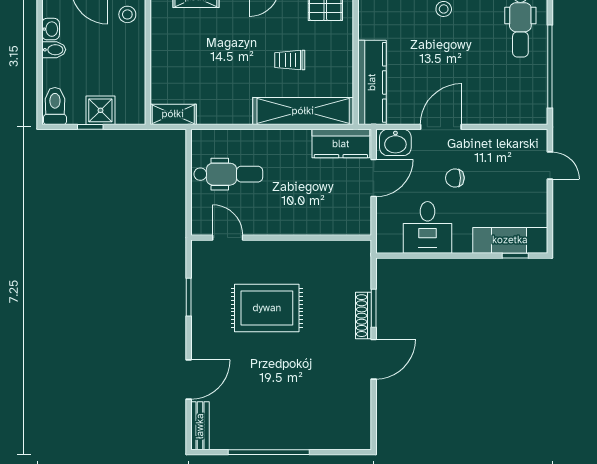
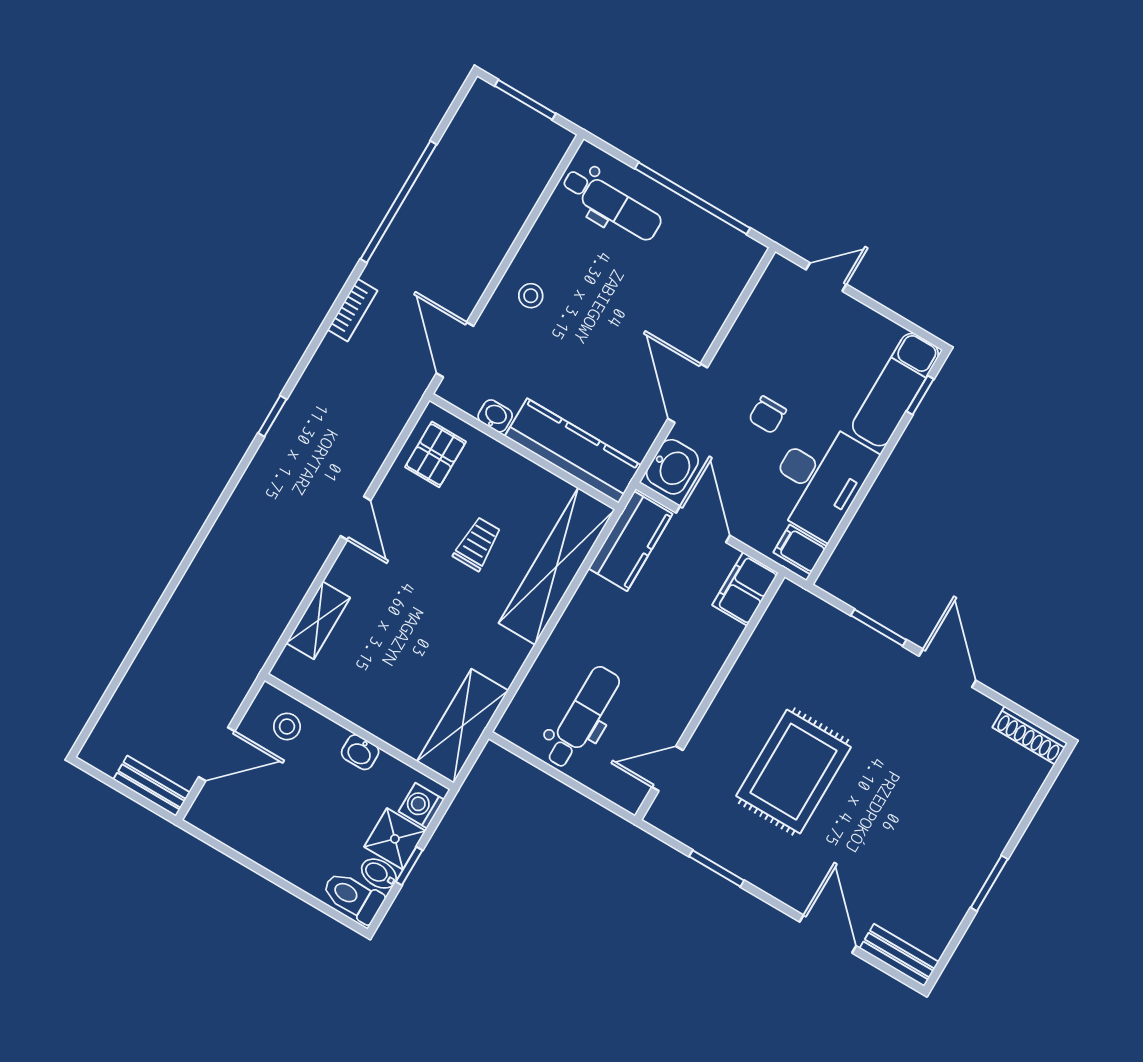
washbasin: (366, 28) -> (495, 416), added
washbasin: (51, 29) -> (360, 752), moved, turned 180
bidet: (54, 50) -> (379, 874), moved, turned -90
trolley: (290, 60) -> (477, 544), turned 180
washing machine: (127, 114) -> (421, 806), added
shelving: (173, 114) -> (462, 726), width x1.50, depth x1.33
filing cabinet: (352, 222) -> (745, 589), added
desk: (427, 227) -> (820, 479), width x1.37
filing cabinet: (391, 240) -> (800, 549), added
shoe rack: (363, 316) -> (1030, 735), moved
window: (269, 452) -> (989, 883), width x0.47

